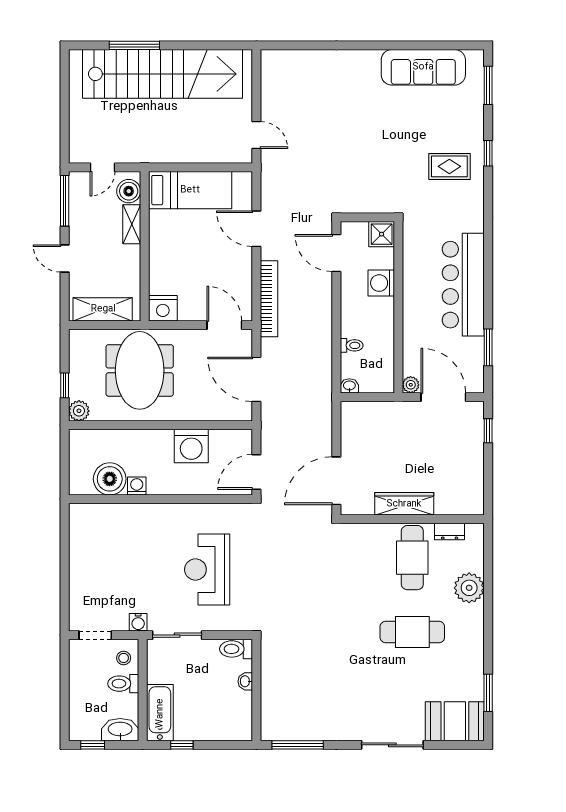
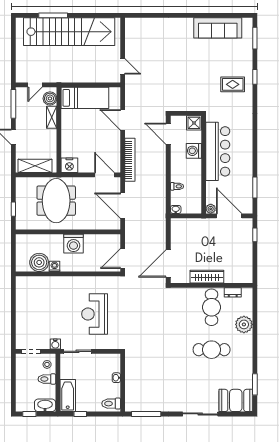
bar counter: (463, 285) -> (218, 151), moved, turned 180
plant: (79, 411) -> (22, 224), removed
washing machine: (191, 446) -> (73, 244), moved
toilet: (236, 649) -> (111, 404), moved

